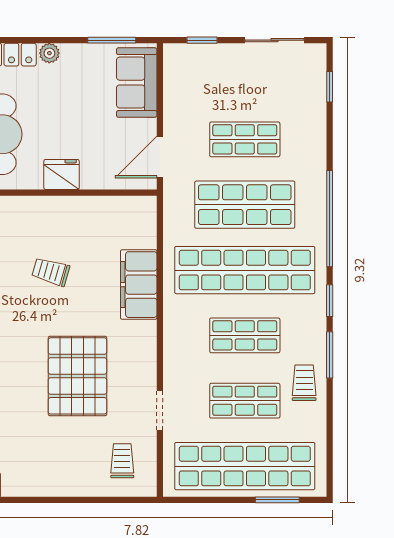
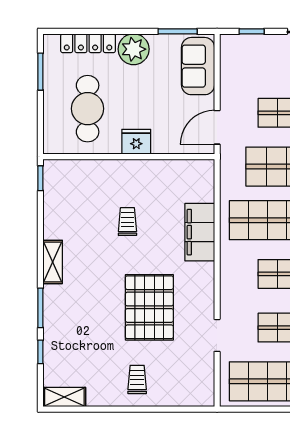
plant: (49, 53) -> (134, 49), width x1.87, depth x1.87
trolley: (51, 272) -> (127, 222), turned 74
trolley: (122, 461) -> (137, 379), moved

